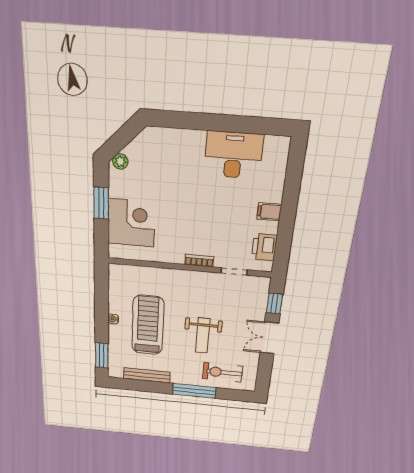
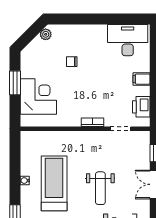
desk: (233, 155) -> (128, 40), moved
plant: (120, 161) -> (46, 34), moved
chair: (177, 181) -> (72, 62), added

